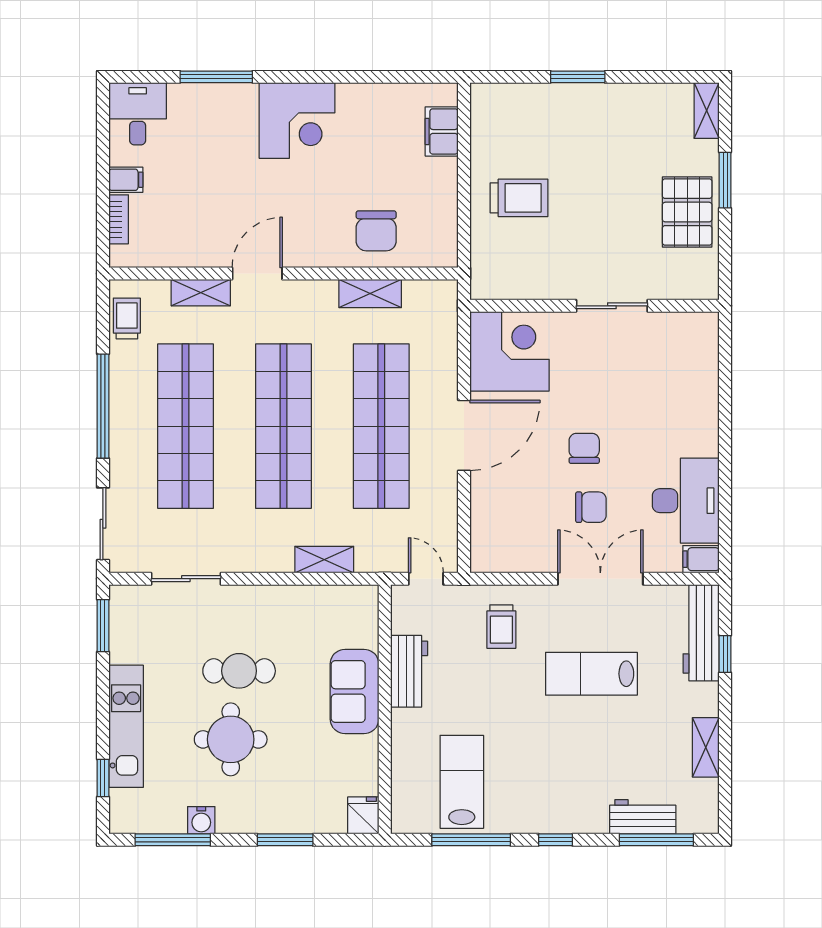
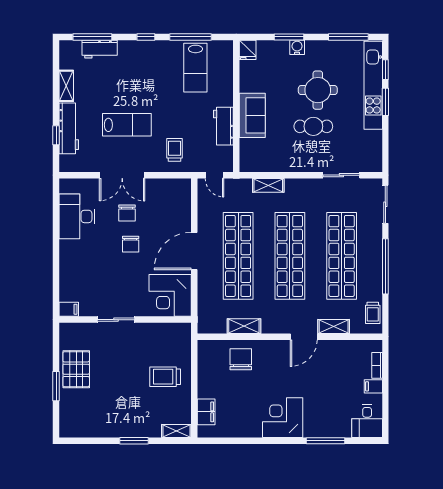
shelving: (707, 111) -> (176, 431), moved, turned 90
chair: (591, 507) -> (127, 213), turned -90
filing cabinet: (701, 559) -> (69, 309), moved
window: (103, 626) -> (385, 102), moved
workbench: (701, 633) -> (69, 128), moved
kitchen unit: (126, 726) -> (373, 85), width x1.36
water cooler: (201, 820) -> (297, 47), moved

